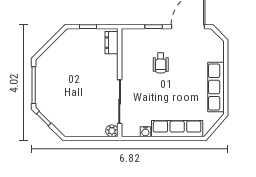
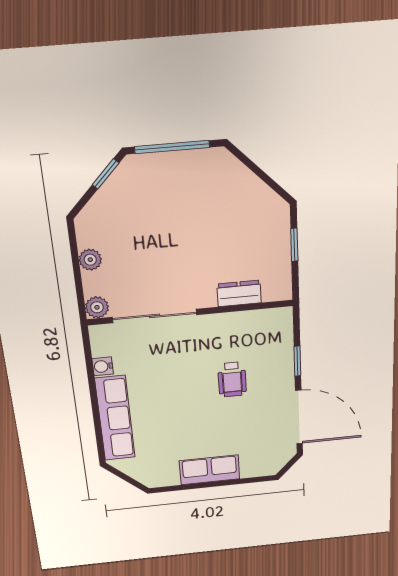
dresser: (112, 43) -> (239, 293), moved
wheelchair: (161, 63) -> (232, 379), turned -90
row of seats: (216, 87) -> (210, 470), width x0.68
plant: (86, 131) -> (90, 260), added

